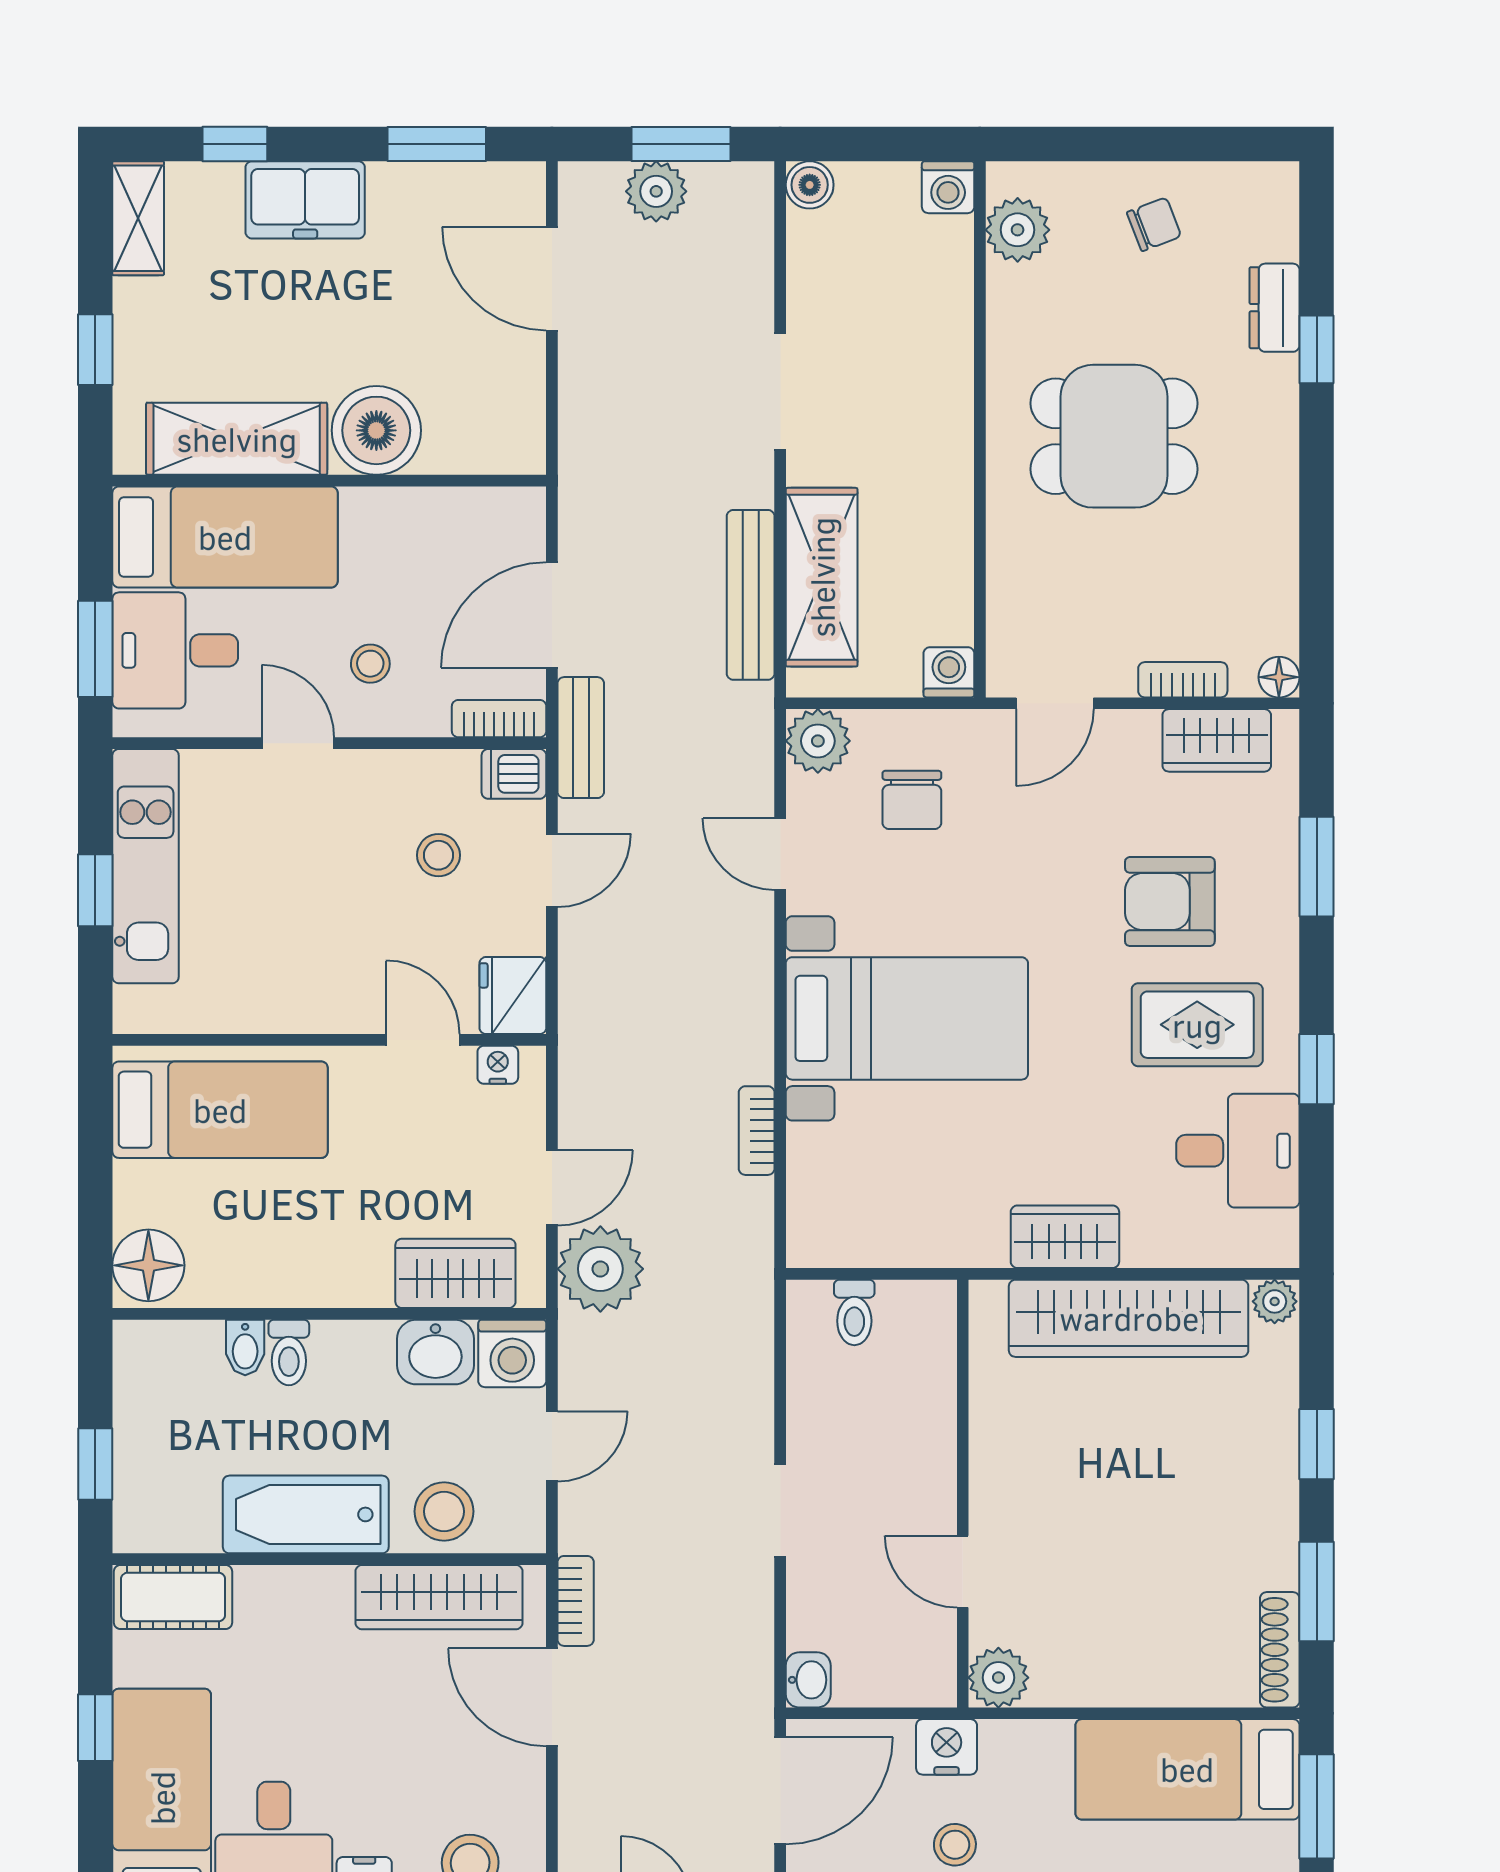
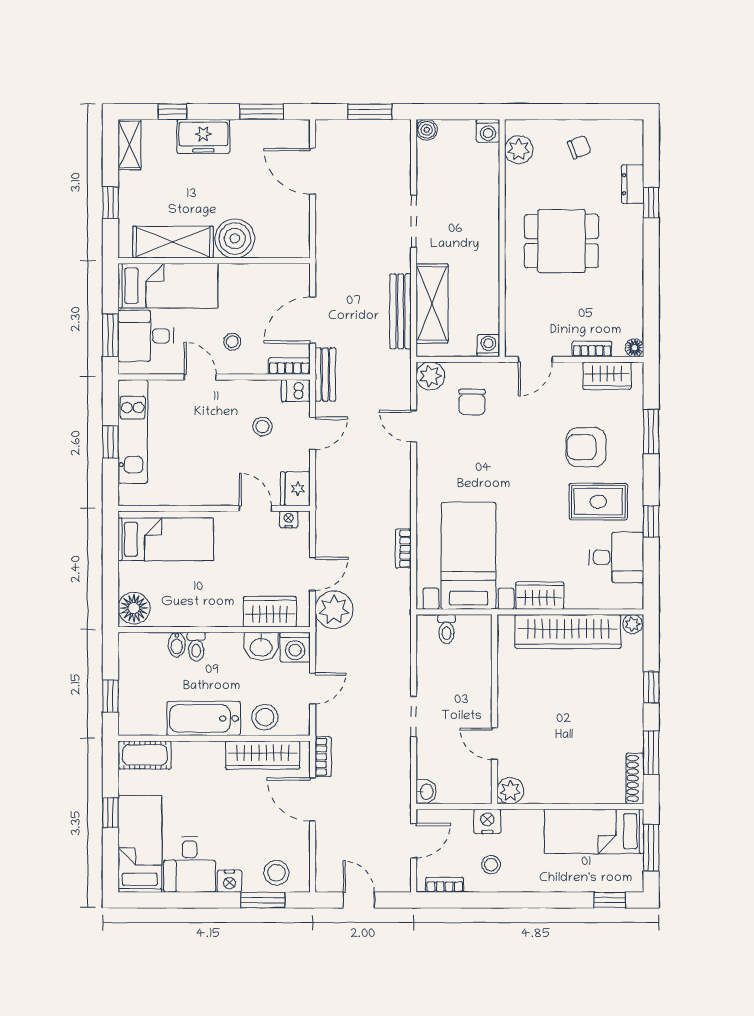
plant: (656, 191) -> (359, 133), removed
bed with nightstands: (907, 1018) -> (468, 556), moved, turned -90
door: (780, 1791) -> (414, 841), width x0.73

